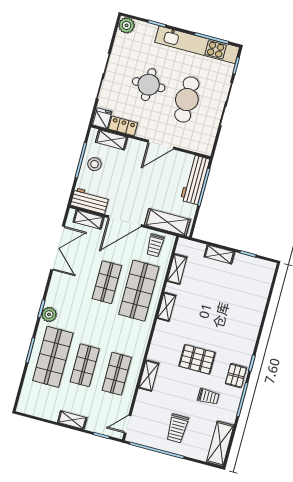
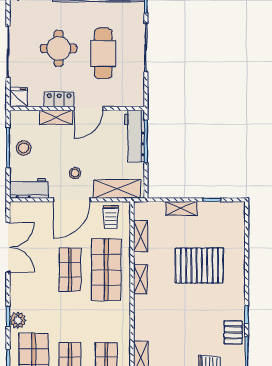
locker: (123, 126) -> (59, 99), moved
shelving: (112, 140) -> (56, 117), moved
stool: (134, 198) -> (75, 173), added
shelving: (89, 220) -> (33, 208), removed
pallet: (197, 359) -> (199, 266), moved, width x1.37, depth x1.41

